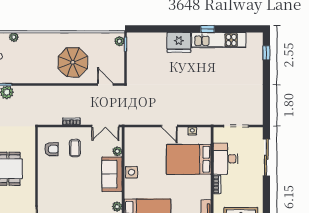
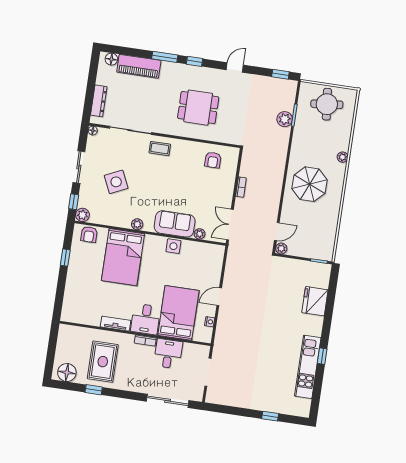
plant: (14, 37) -> (343, 157), moved
plant: (119, 41) -> (281, 248), moved
fridge: (179, 42) -> (315, 301), moved
window: (266, 53) -> (270, 416), moved
parasol: (73, 62) -> (310, 184), moved
coffee table: (75, 148) -> (160, 149), moved
desk: (225, 159) -> (168, 354), width x0.73
desk: (198, 187) -> (146, 319), added

